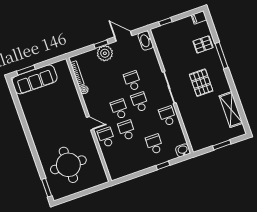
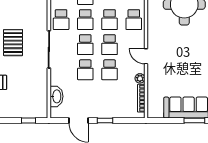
washbasin: (146, 41) -> (56, 96), moved
plant: (105, 53) -> (104, 109), removed
school desk: (112, 88) -> (110, 70), added
door: (90, 123) -> (146, 56), moved
school desk: (147, 123) -> (85, 20), added

